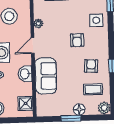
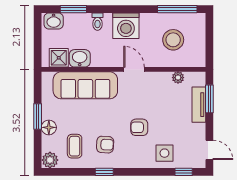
plant: (38, 23) -> (178, 78), moved
washbasin: (25, 74) -> (80, 58), moved
sofa: (46, 76) -> (85, 85), width x1.36

